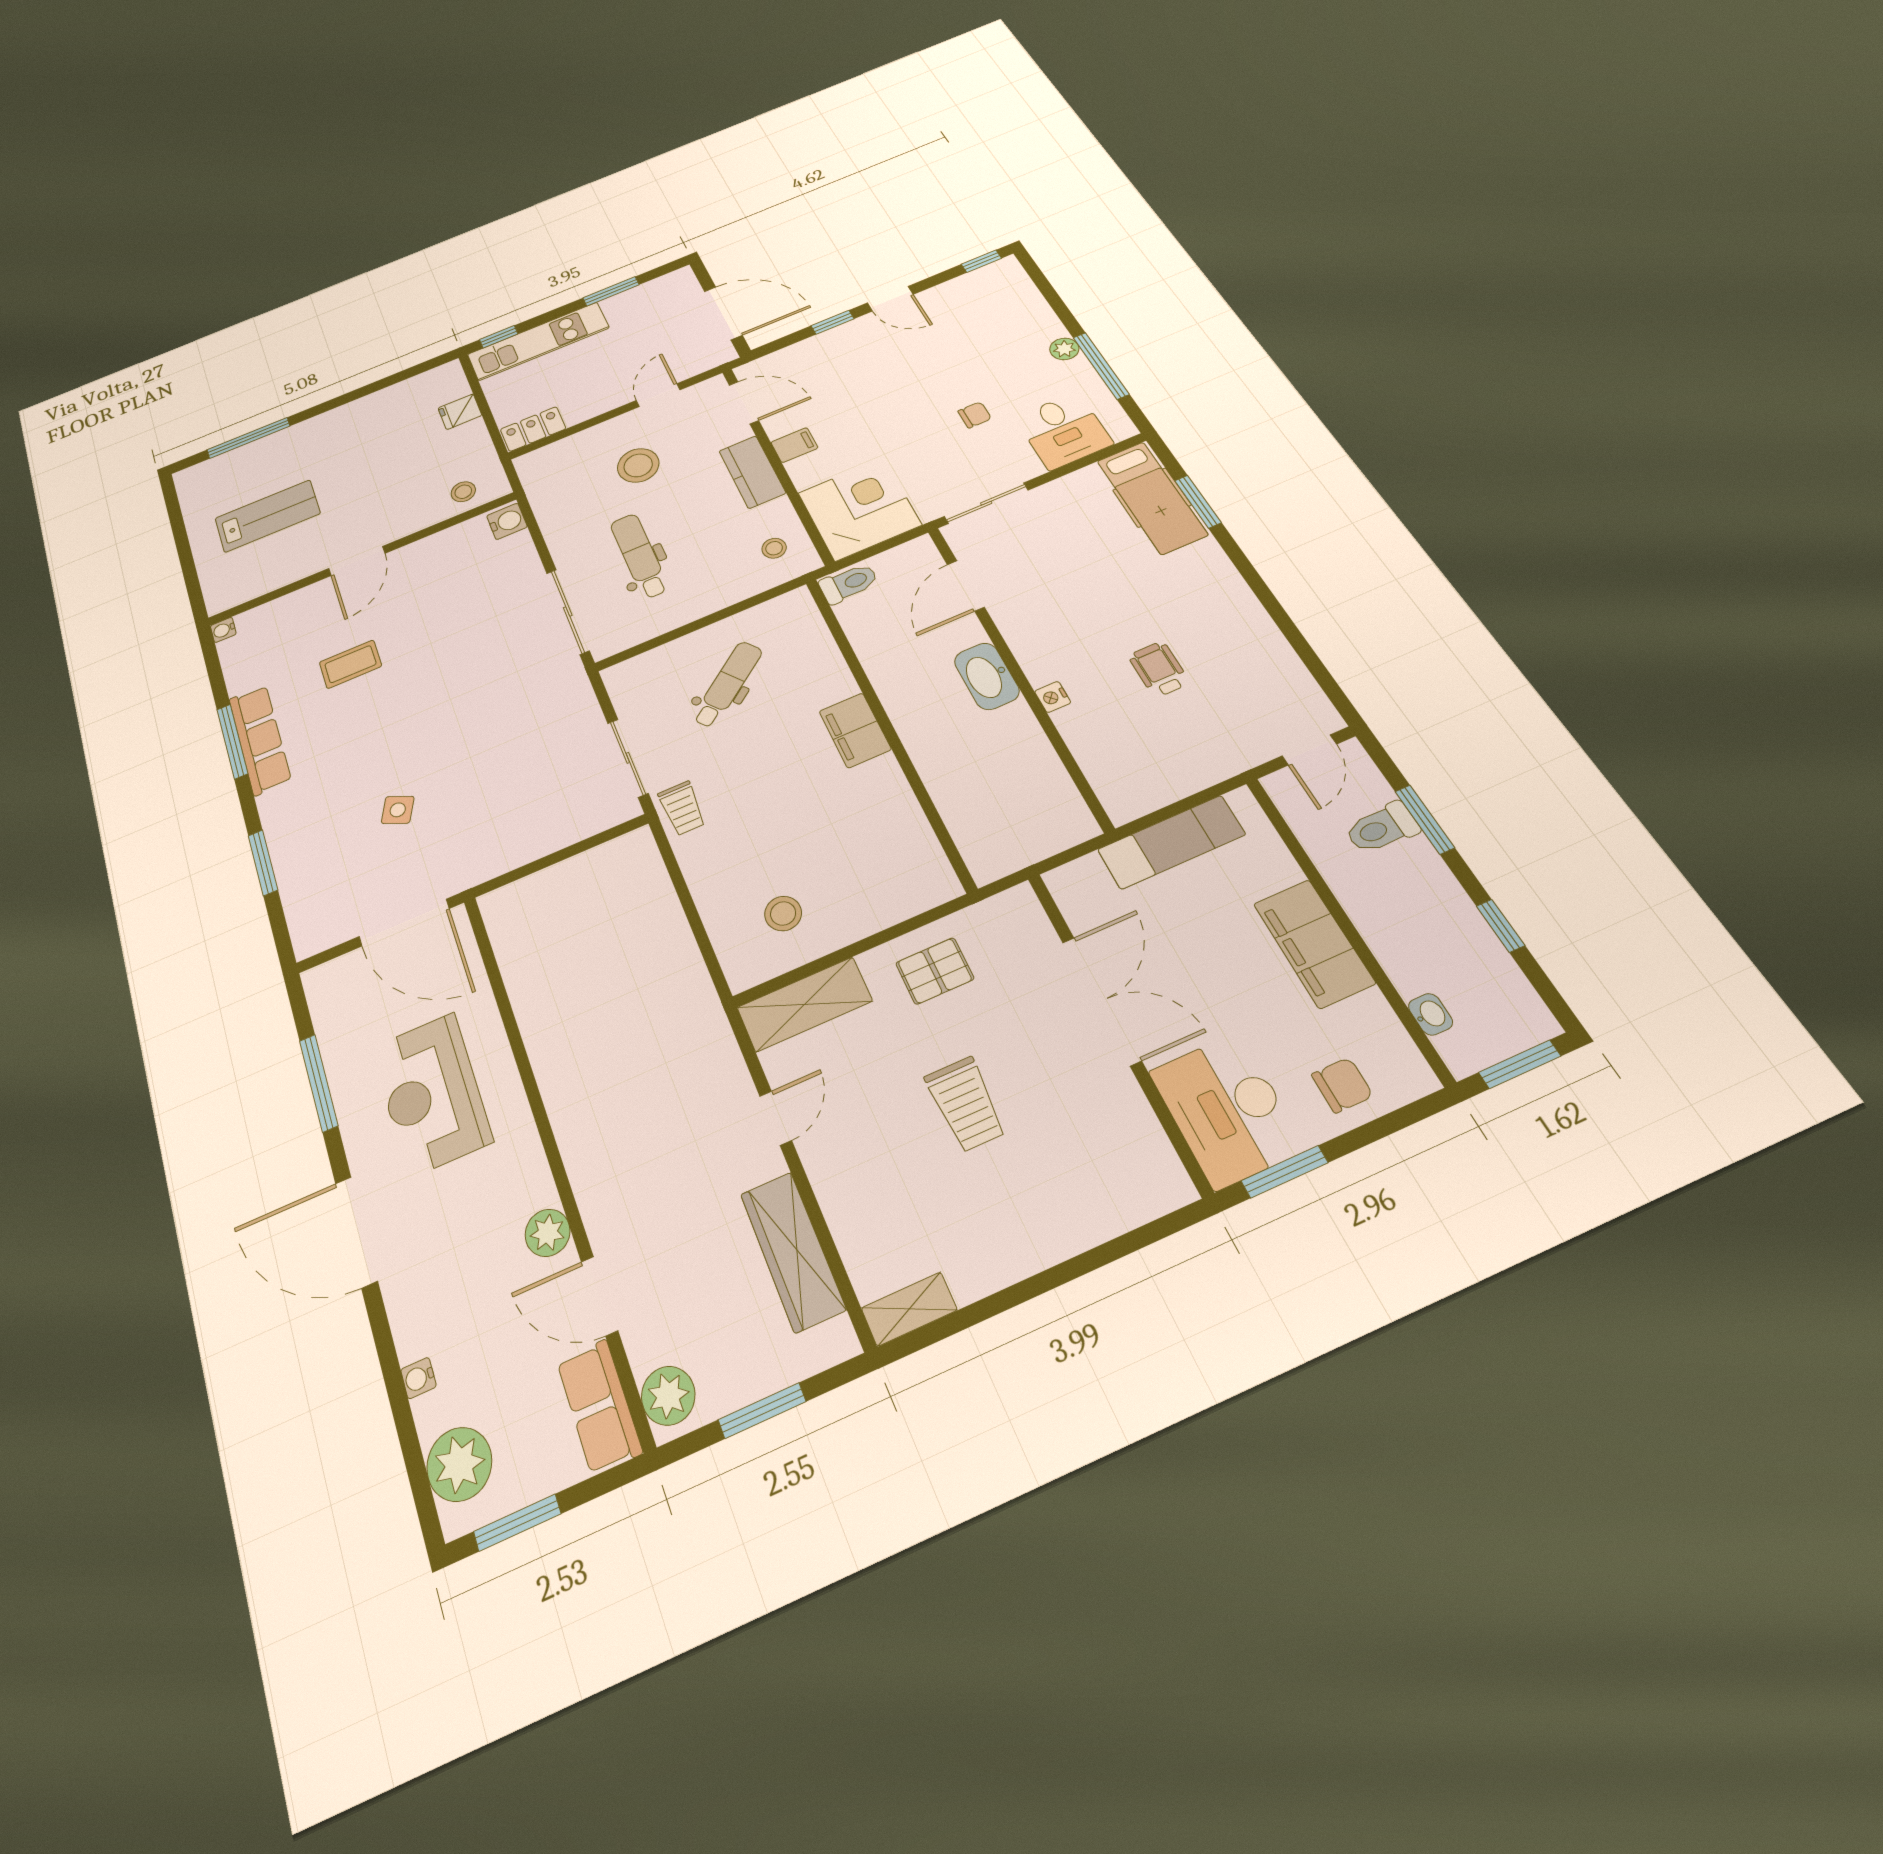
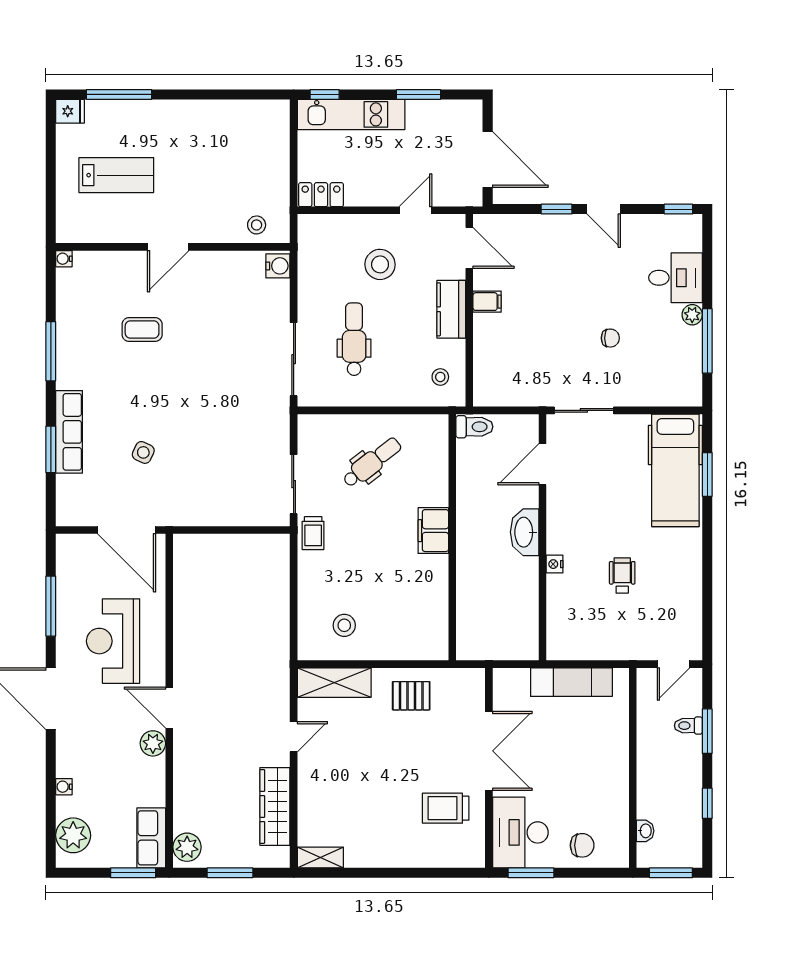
fridge: (460, 412) -> (70, 111), moved, turned 180
desk: (1064, 431) -> (676, 278), moved, turned -90
hospital bed: (1152, 498) -> (675, 470), width x1.37, depth x1.29
corner desk: (859, 509) -> (505, 374), removed
row of seats: (260, 739) -> (69, 432), moved
toilet: (1382, 828) -> (688, 726), width x0.73, depth x0.72
filing cabinet: (1314, 943) -> (611, 770), removed
trolley: (966, 1104) -> (446, 808), moved, turned 90
door: (599, 1296) -> (169, 708), moved
window: (517, 1523) -> (133, 873), moved

